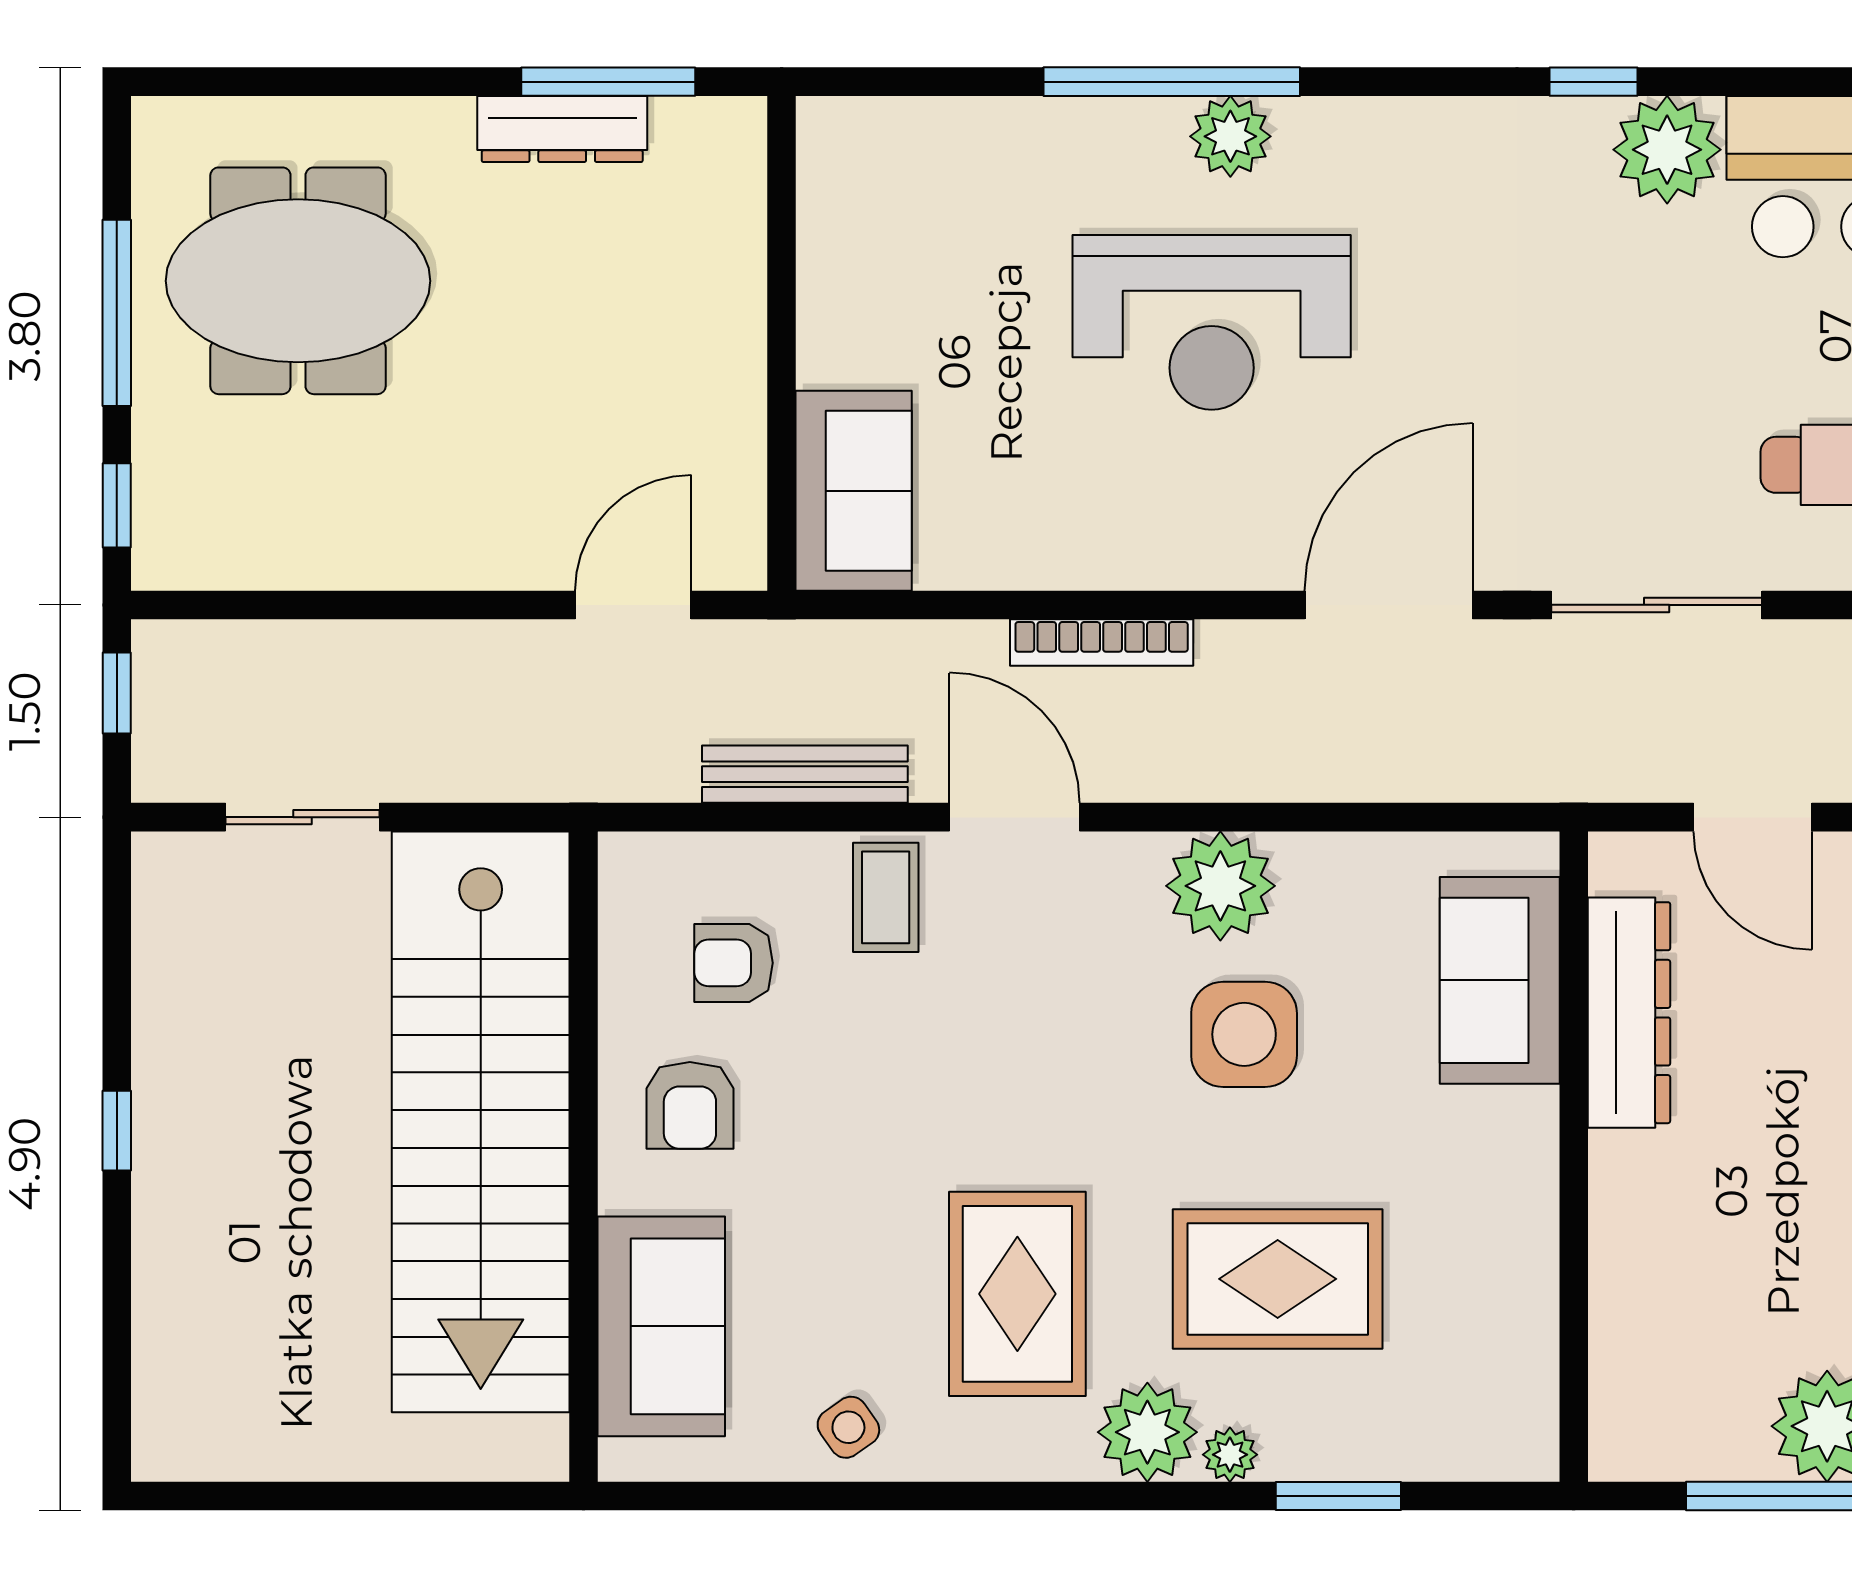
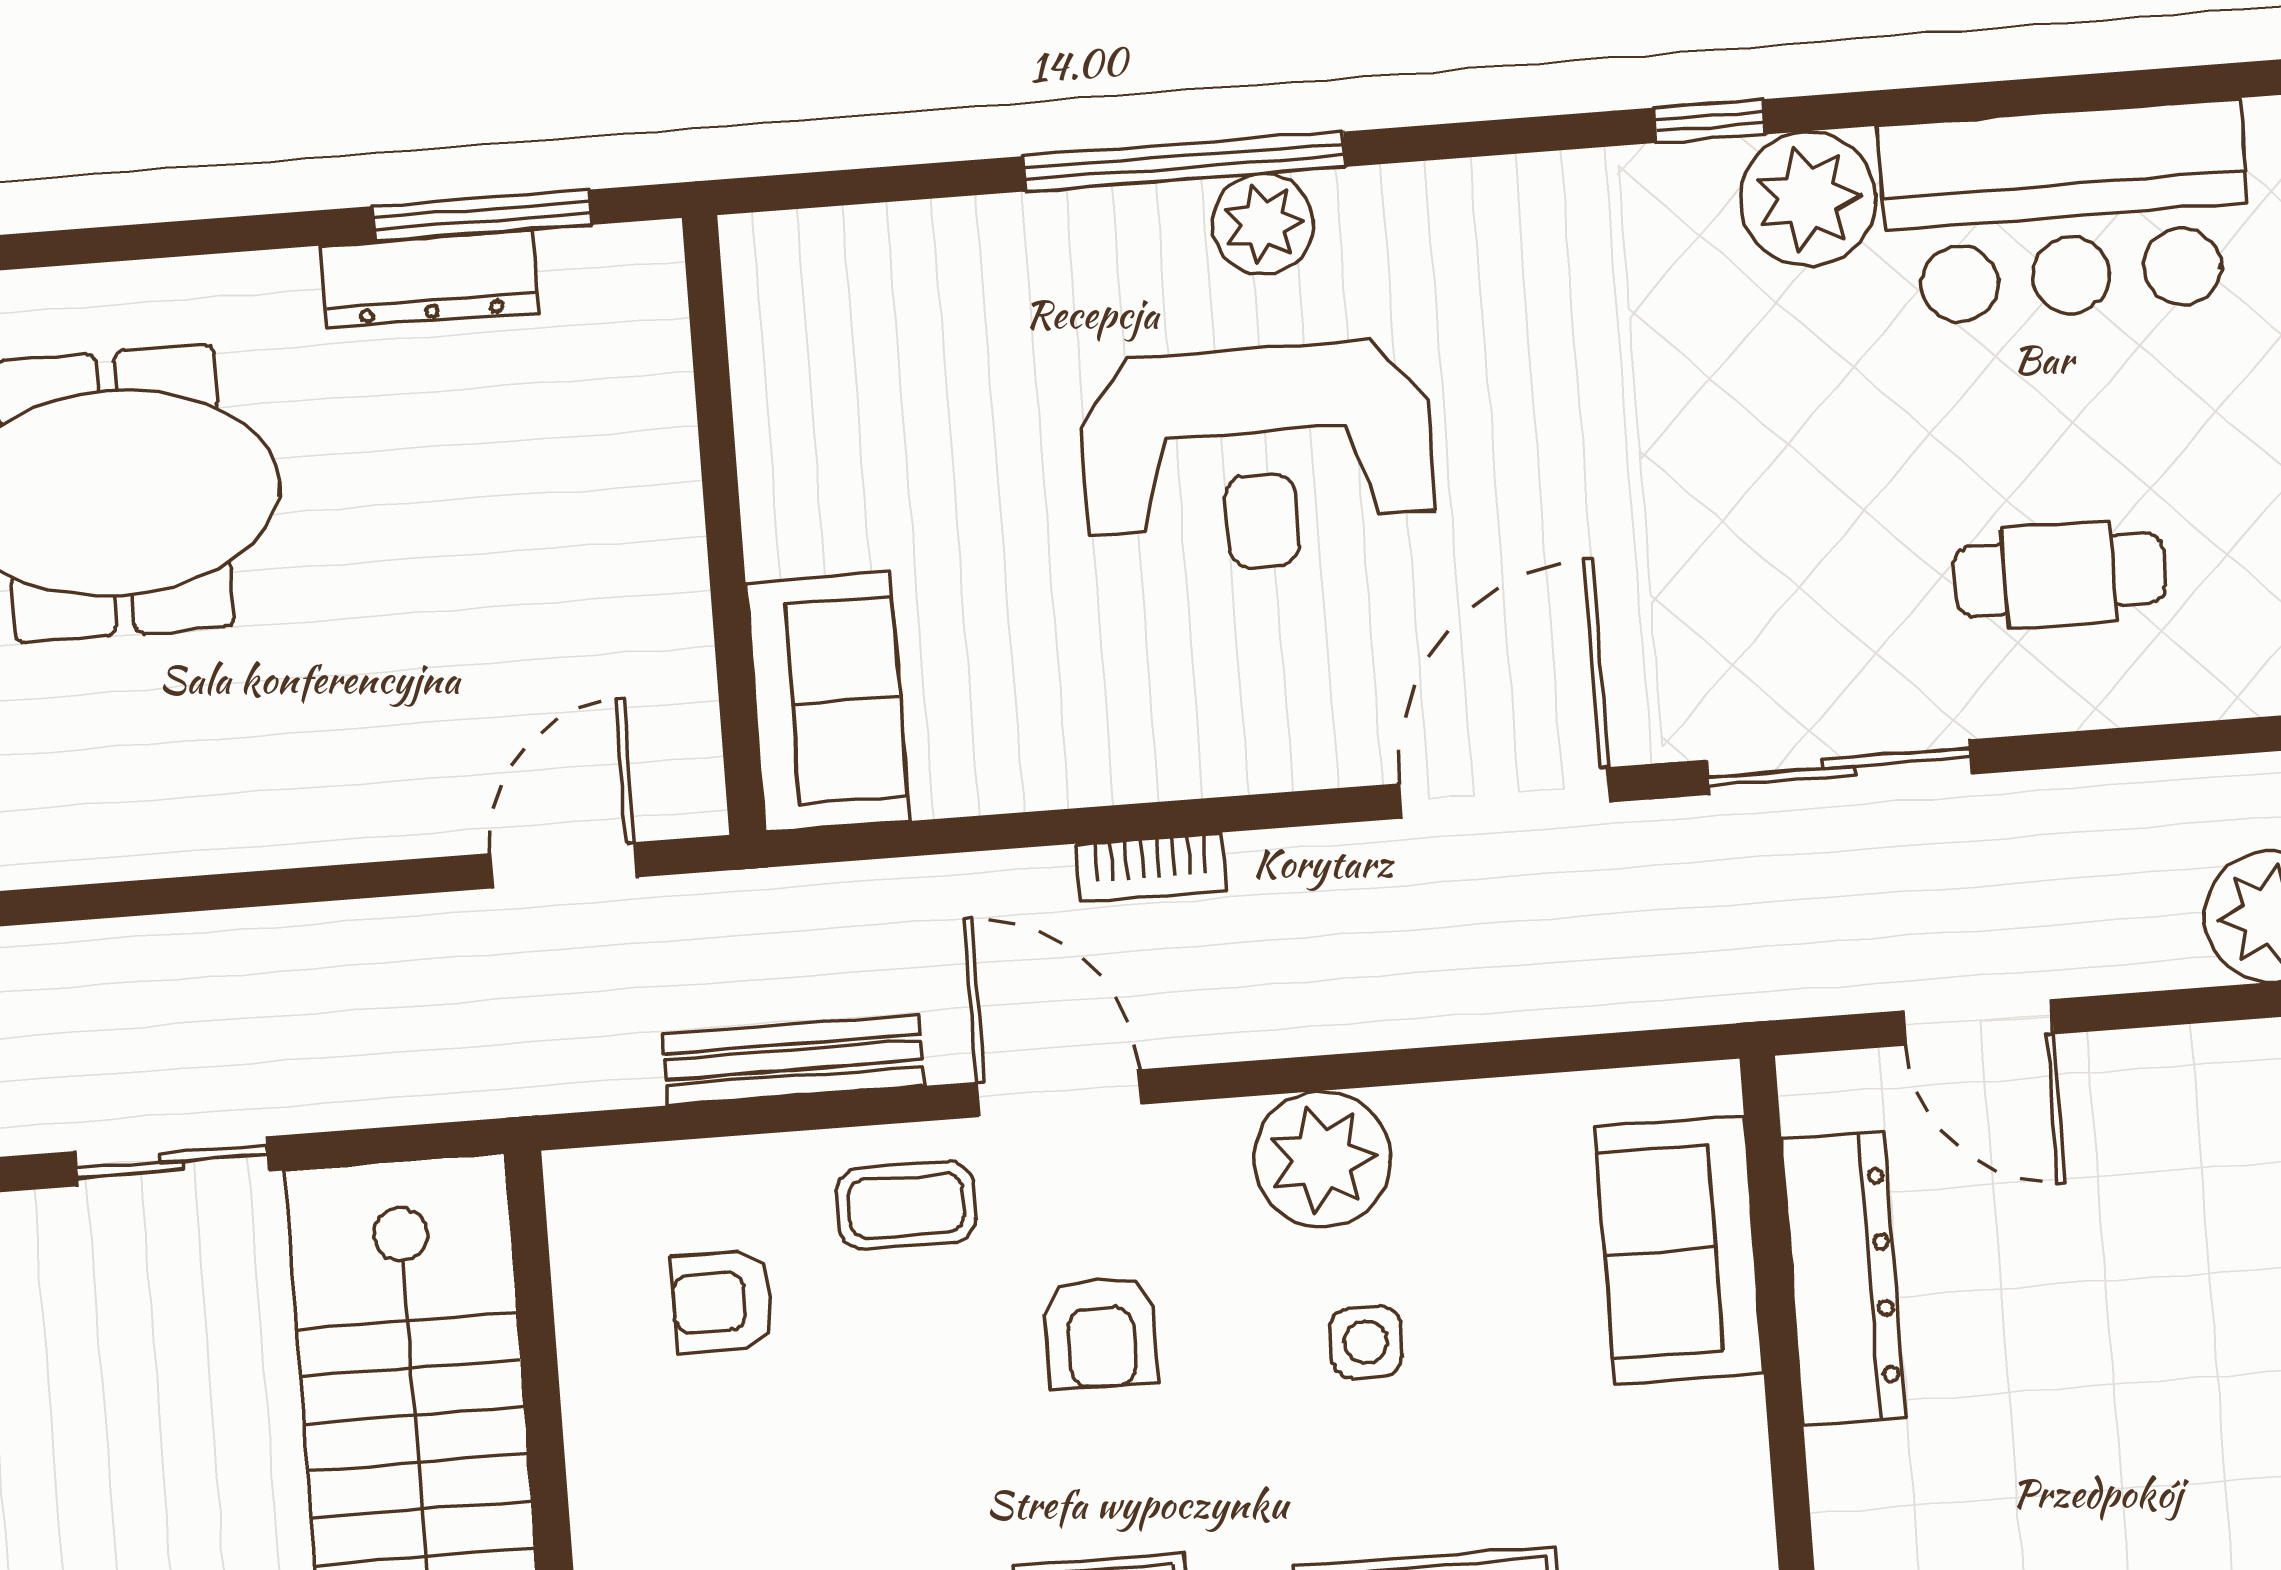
bookcase: (1102, 643) -> (1151, 867), width x0.64
coffee table: (886, 897) -> (906, 1205), turned 90
side table: (1244, 1034) -> (1366, 1342), width x0.54, depth x0.54
armchair: (690, 1105) -> (1101, 1332), moved

